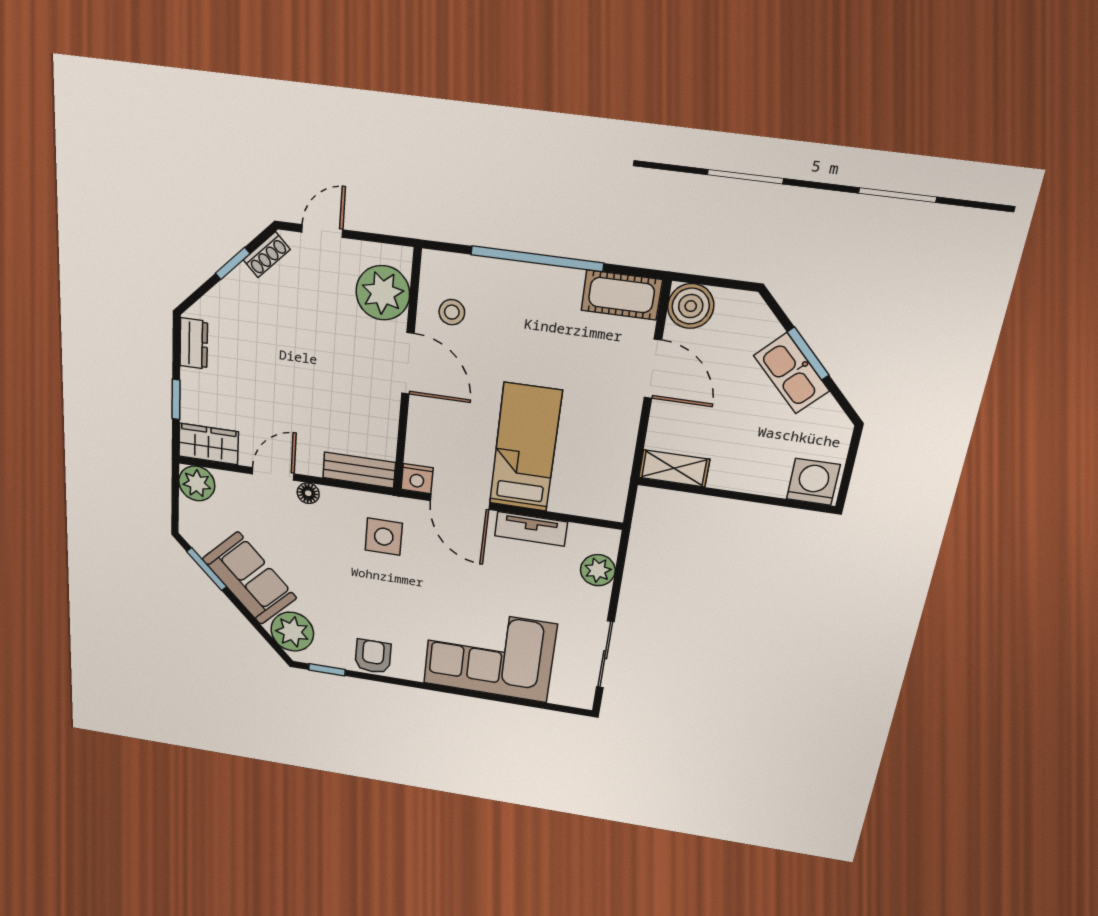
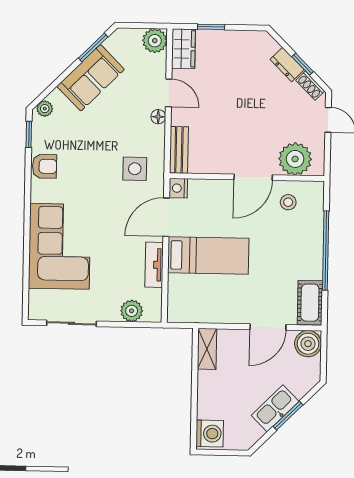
dresser: (194, 344) -> (287, 64), moved, turned 45
plant: (292, 632) -> (45, 109), width x0.53, depth x0.53

